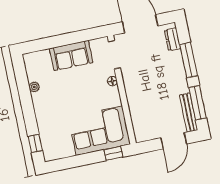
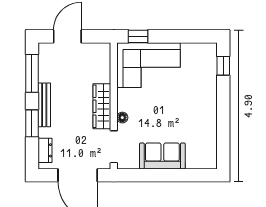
window: (189, 60) -> (32, 123), width x0.69
plant: (34, 87) -> (211, 129), removed
wardrobe: (132, 87) -> (102, 106), added
bench: (189, 113) -> (44, 105), moved

